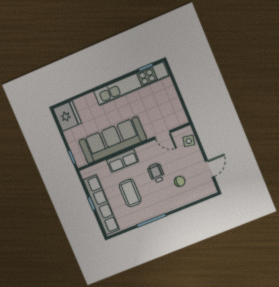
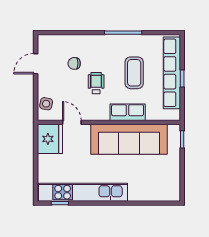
fridge: (67, 116) -> (50, 139), moved, turned 180
wheelchair: (156, 173) -> (96, 83), turned 180

